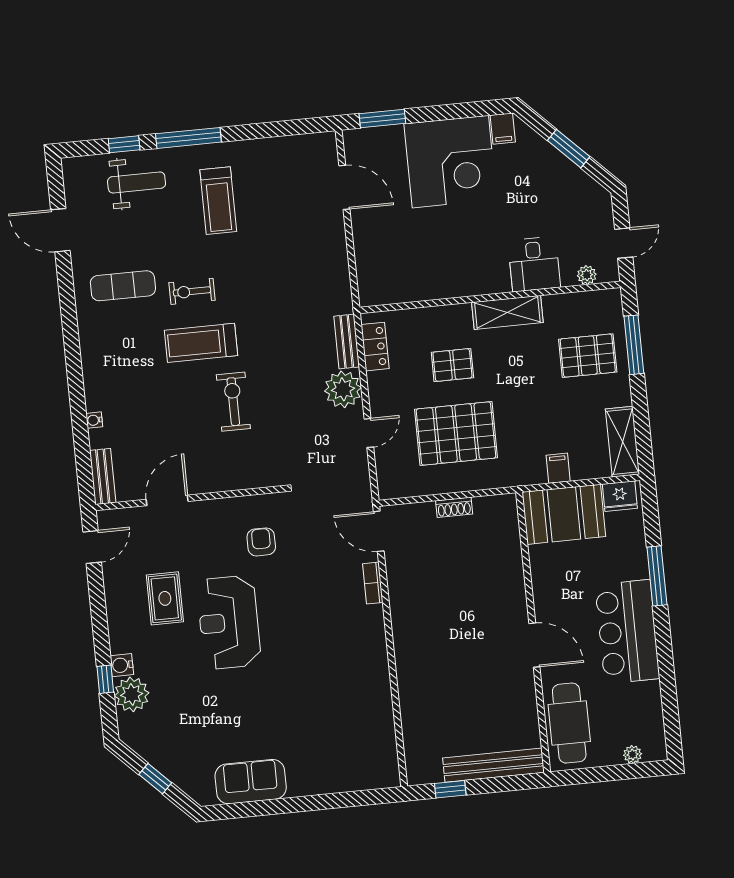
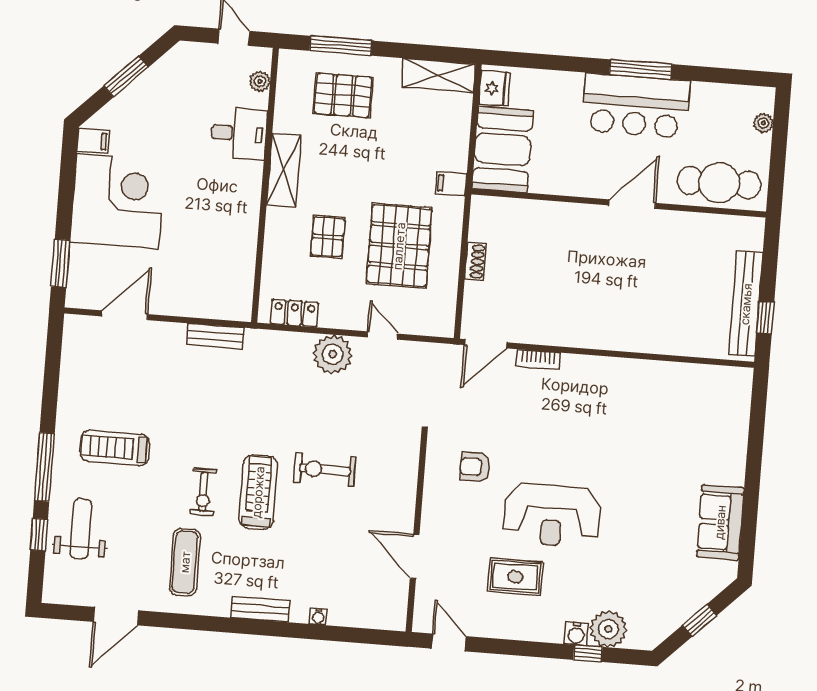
treadmill: (218, 201) -> (115, 448), turned 180
bench: (347, 342) -> (215, 336), moved
treadmill: (201, 343) -> (258, 492), turned 180
pallet: (588, 356) -> (343, 95), turned 90
filing cabinet: (558, 468) -> (451, 184), moved
bench: (103, 476) -> (260, 609), moved
window: (657, 576) -> (641, 69), moved
bench: (493, 765) -> (746, 304), moved

